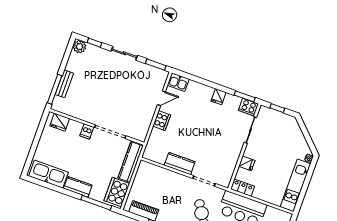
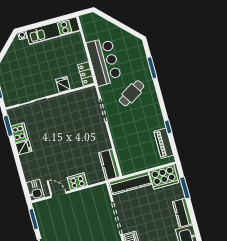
cooker: (248, 107) -> (19, 133), moved
kitchen counter: (180, 164) -> (109, 165), moved
window: (96, 203) -> (185, 188), width x0.69

